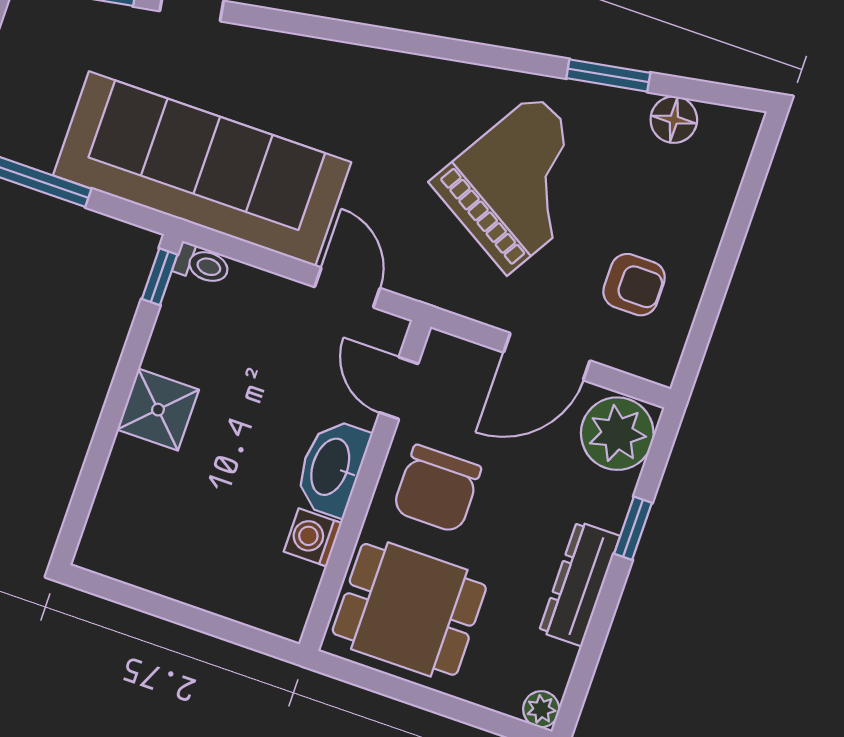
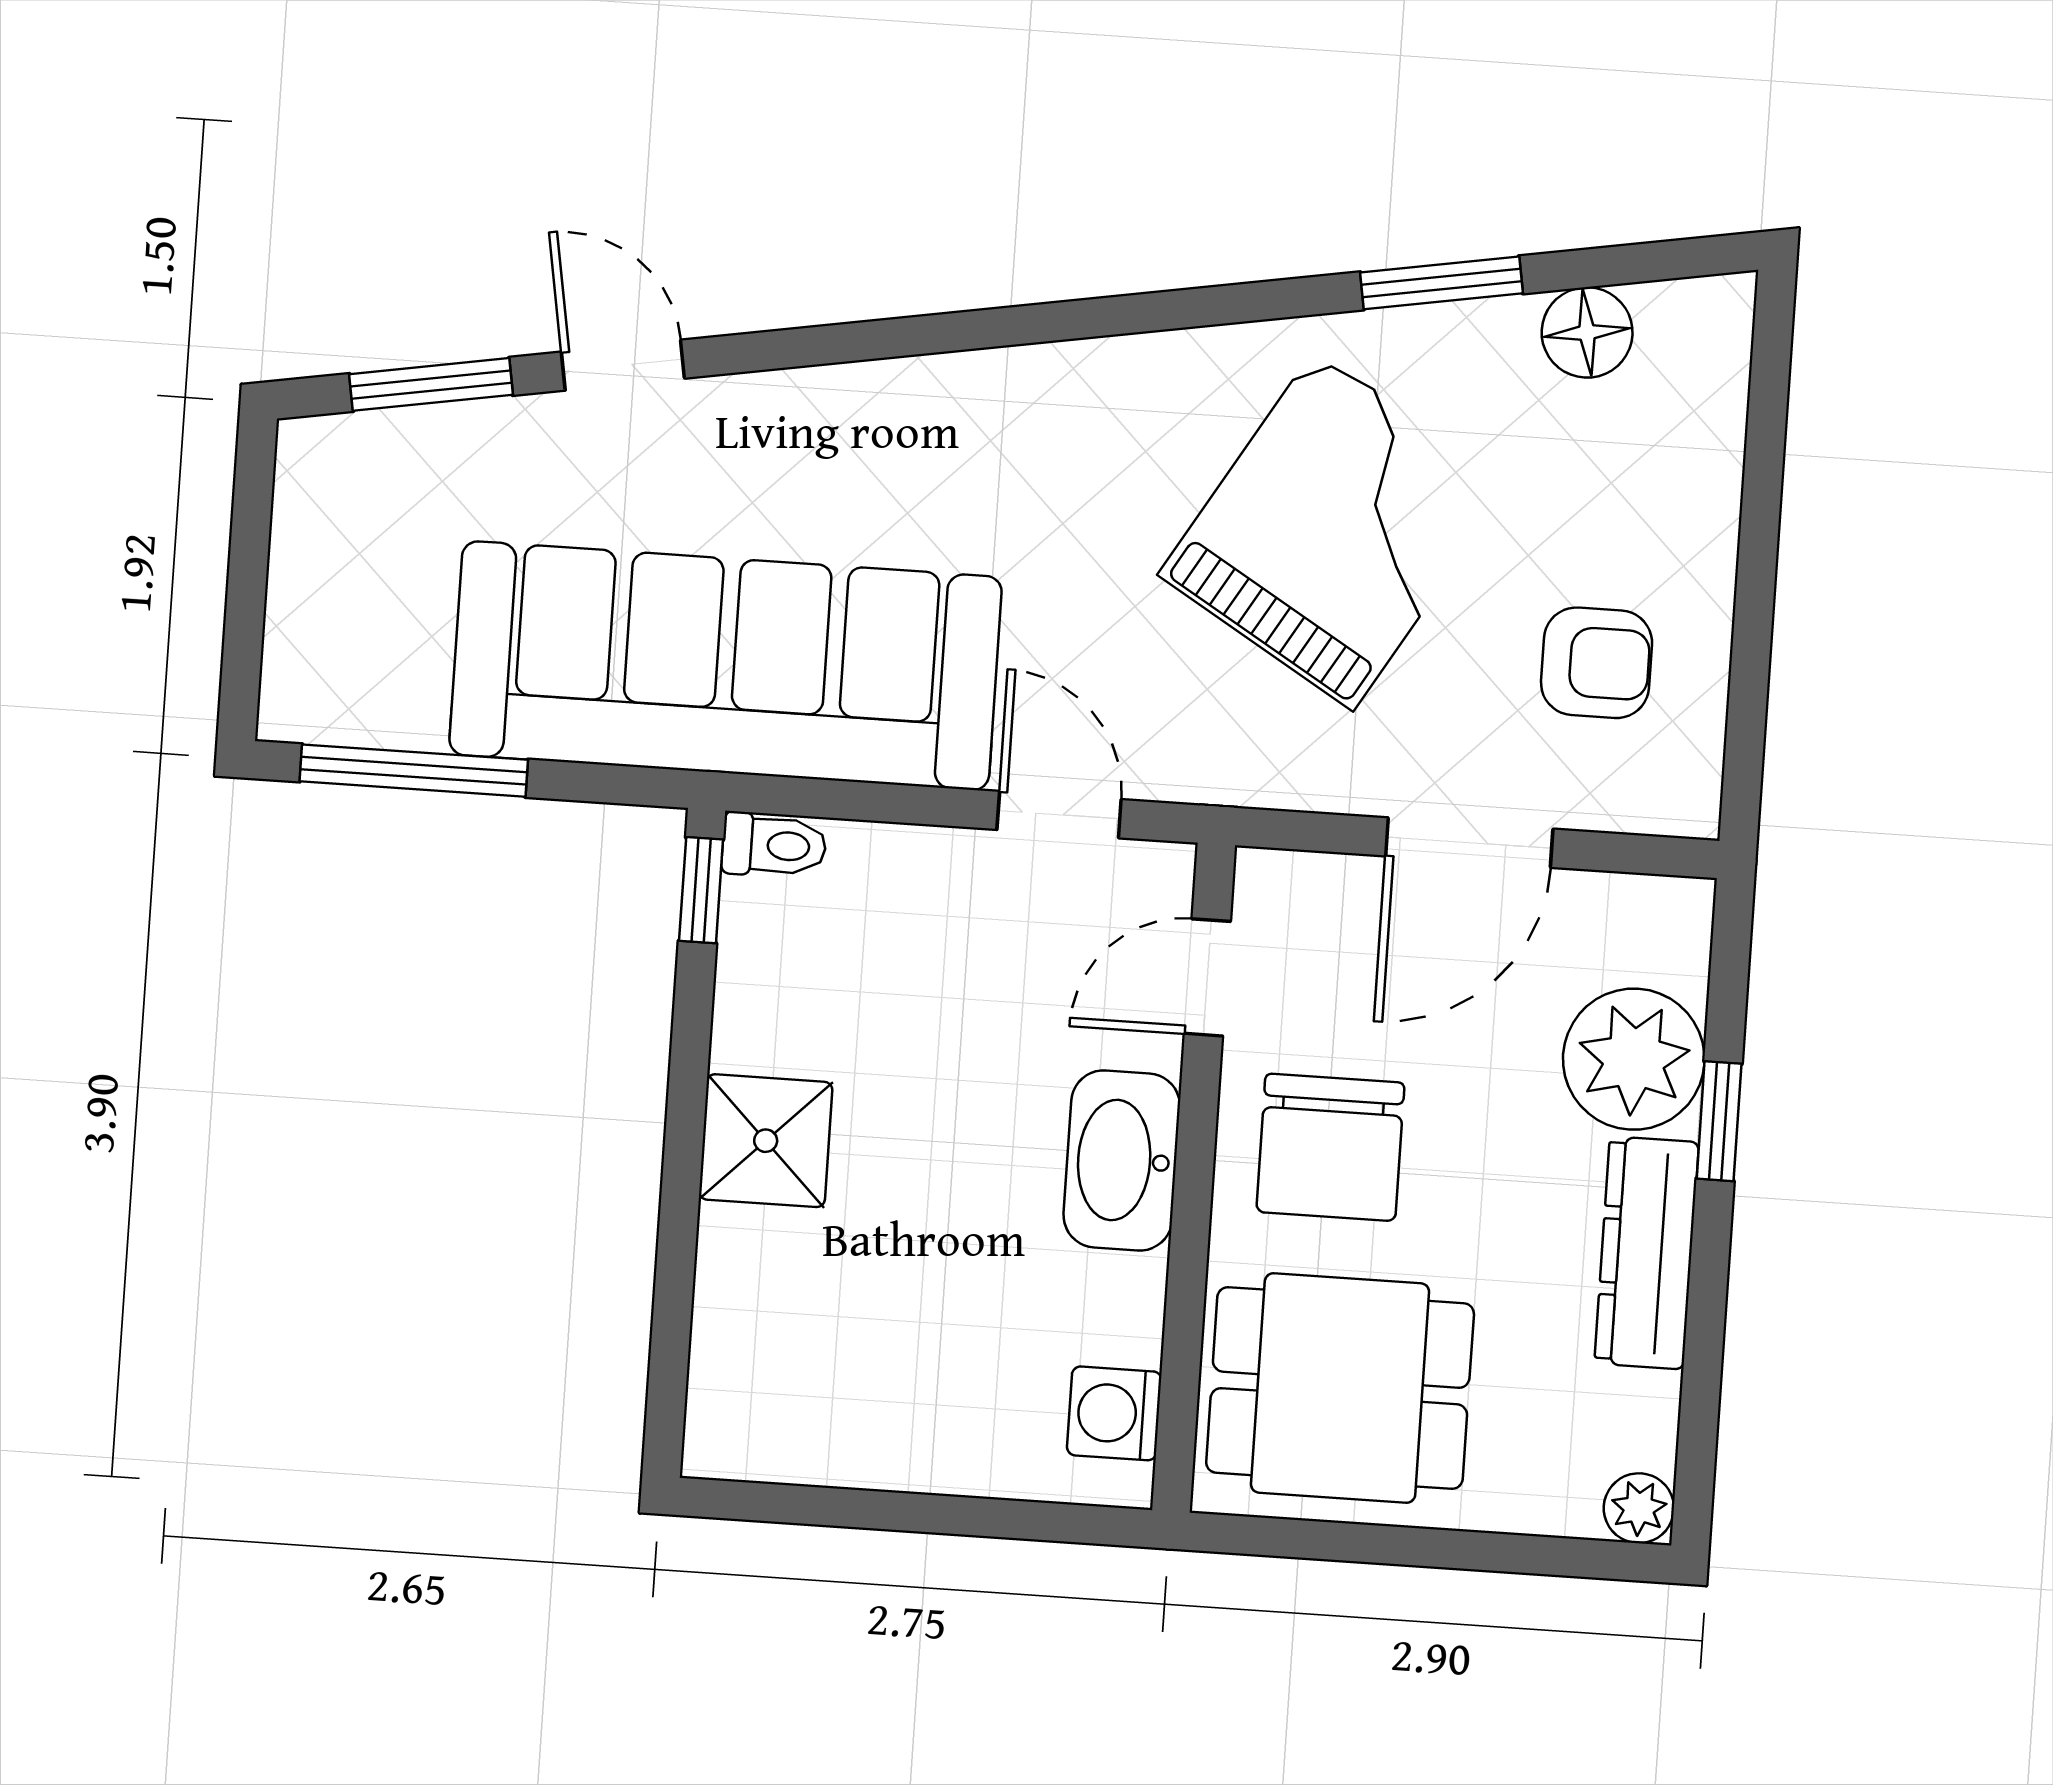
door: (399, 388) -> (1207, 977), hinge flipped
plant: (617, 434) -> (1634, 1059), moved
washing machine: (313, 537) -> (1114, 1413), moved

